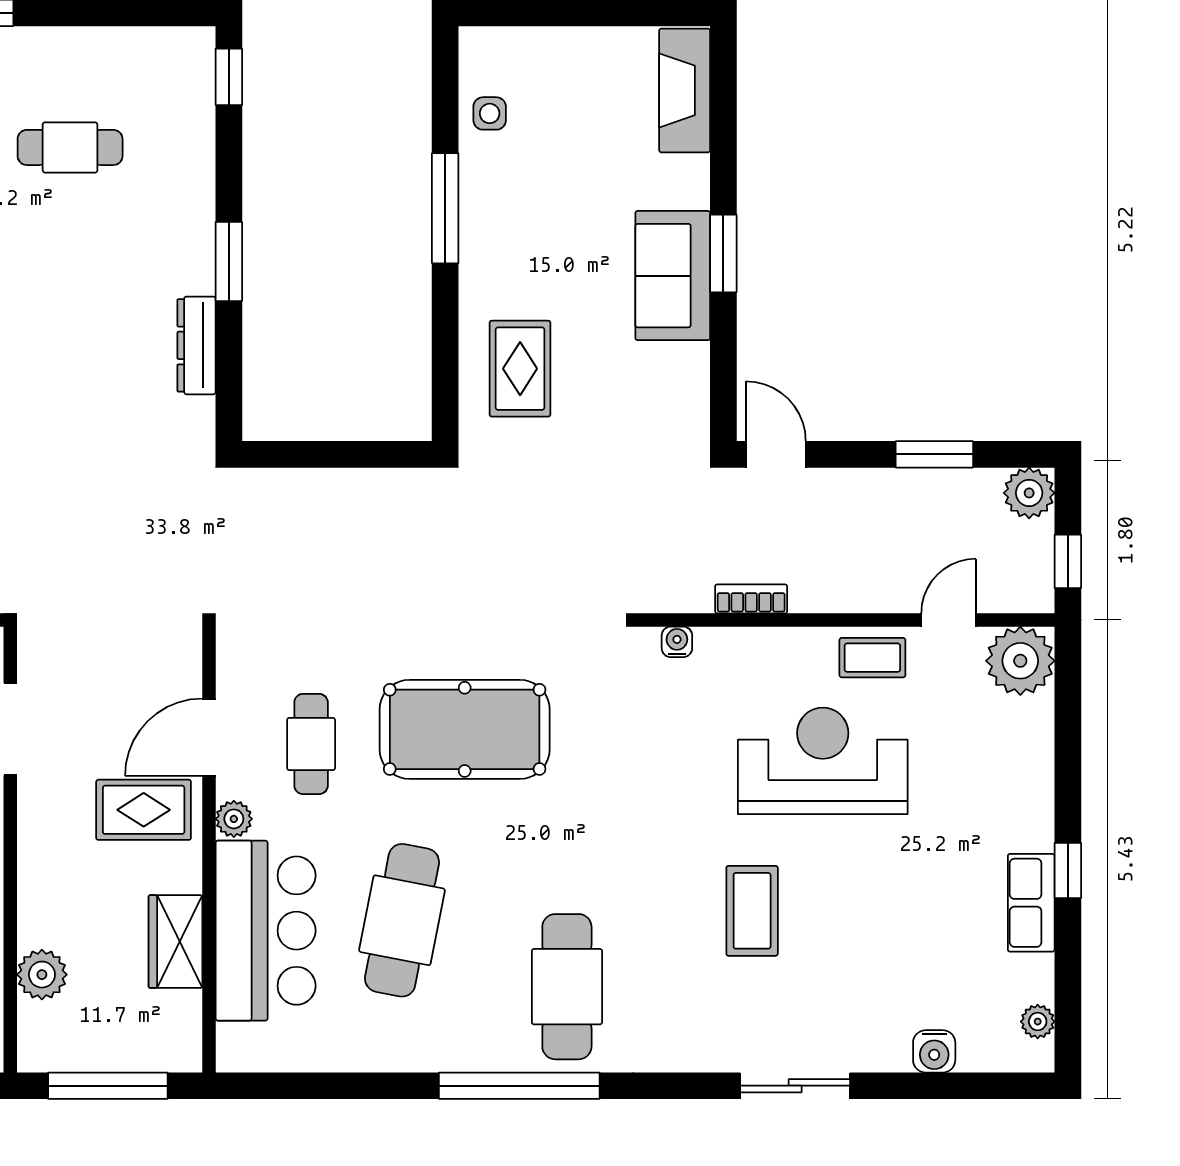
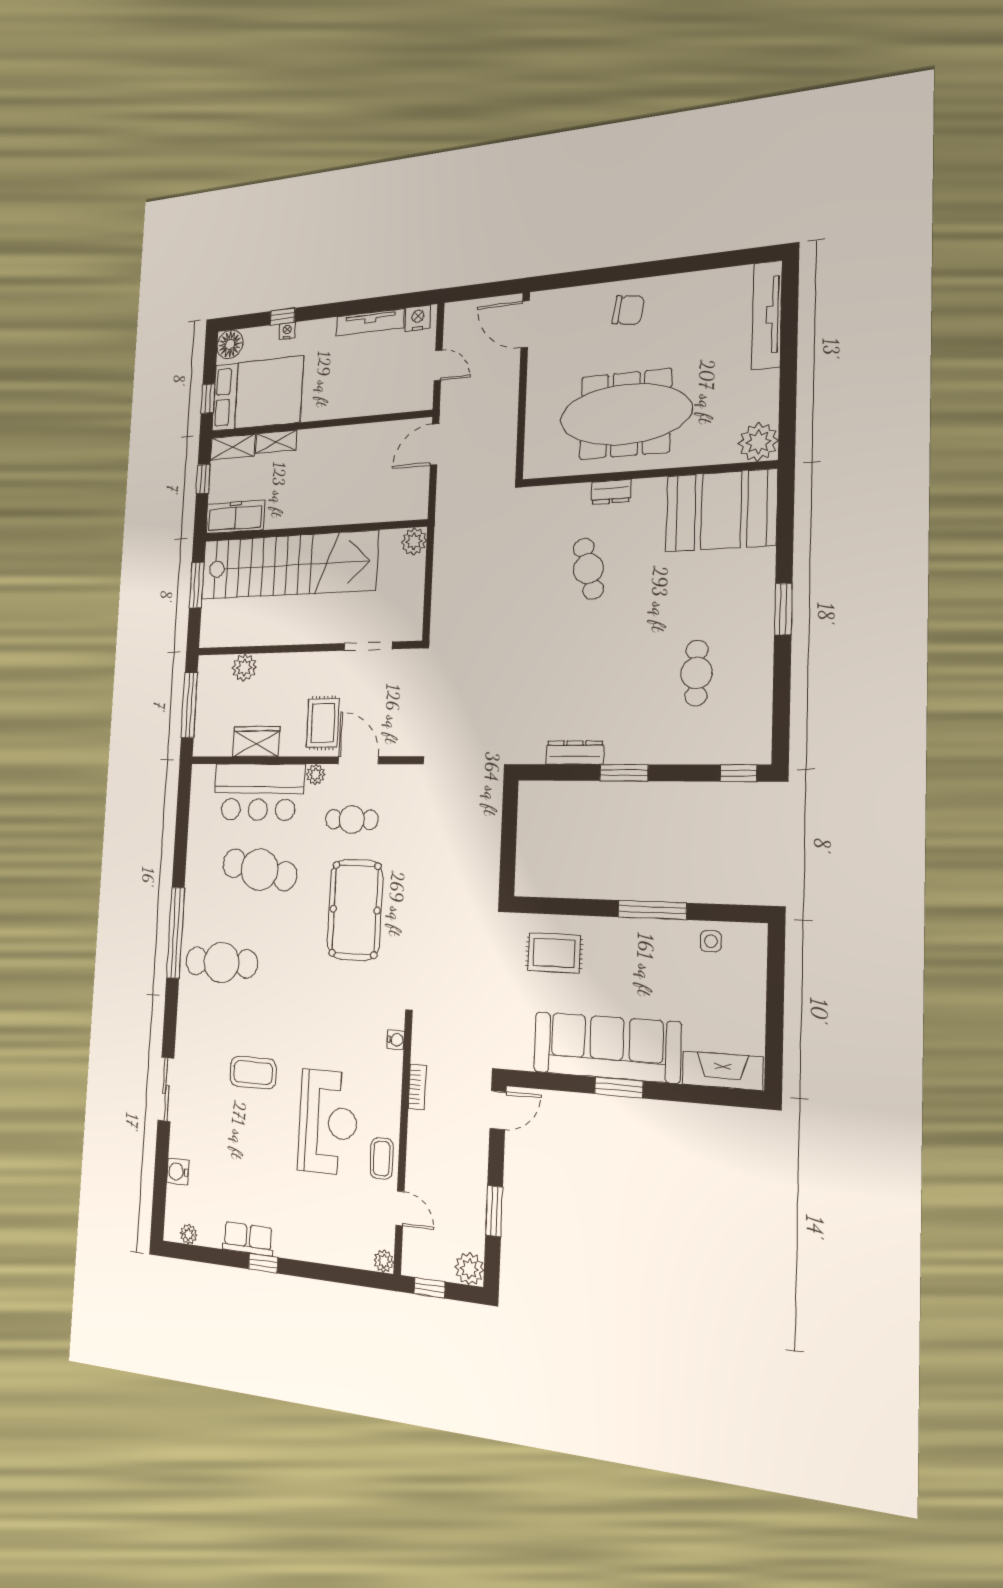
sofa: (673, 276) -> (607, 1047), width x1.85, depth x1.27
plant: (1020, 661) -> (384, 1261), width x0.53, depth x0.53

